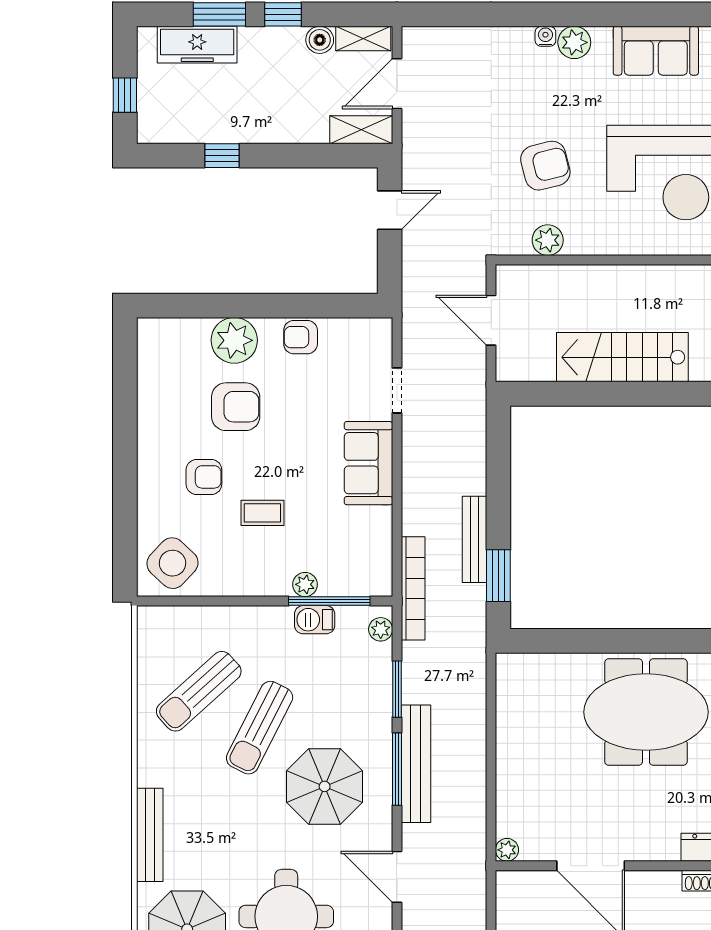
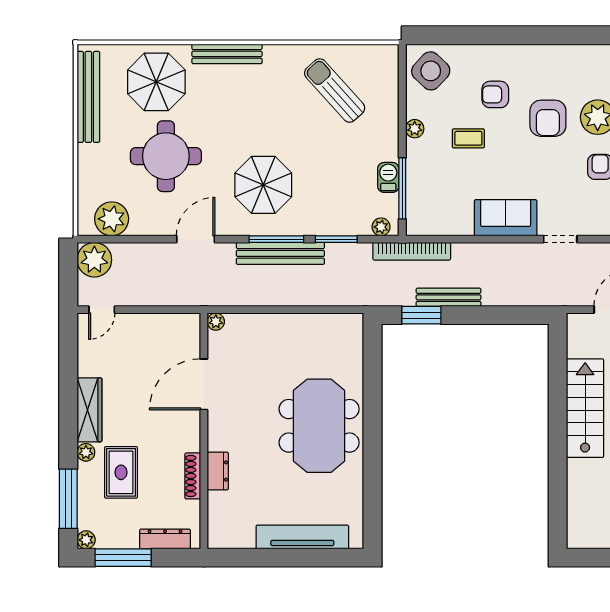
armchair: (204, 477) -> (495, 94), turned 90
coffee table: (262, 513) -> (468, 138), turned 90
plant: (305, 584) -> (415, 129), moved
sun lounger: (260, 728) -> (307, 136), removed

